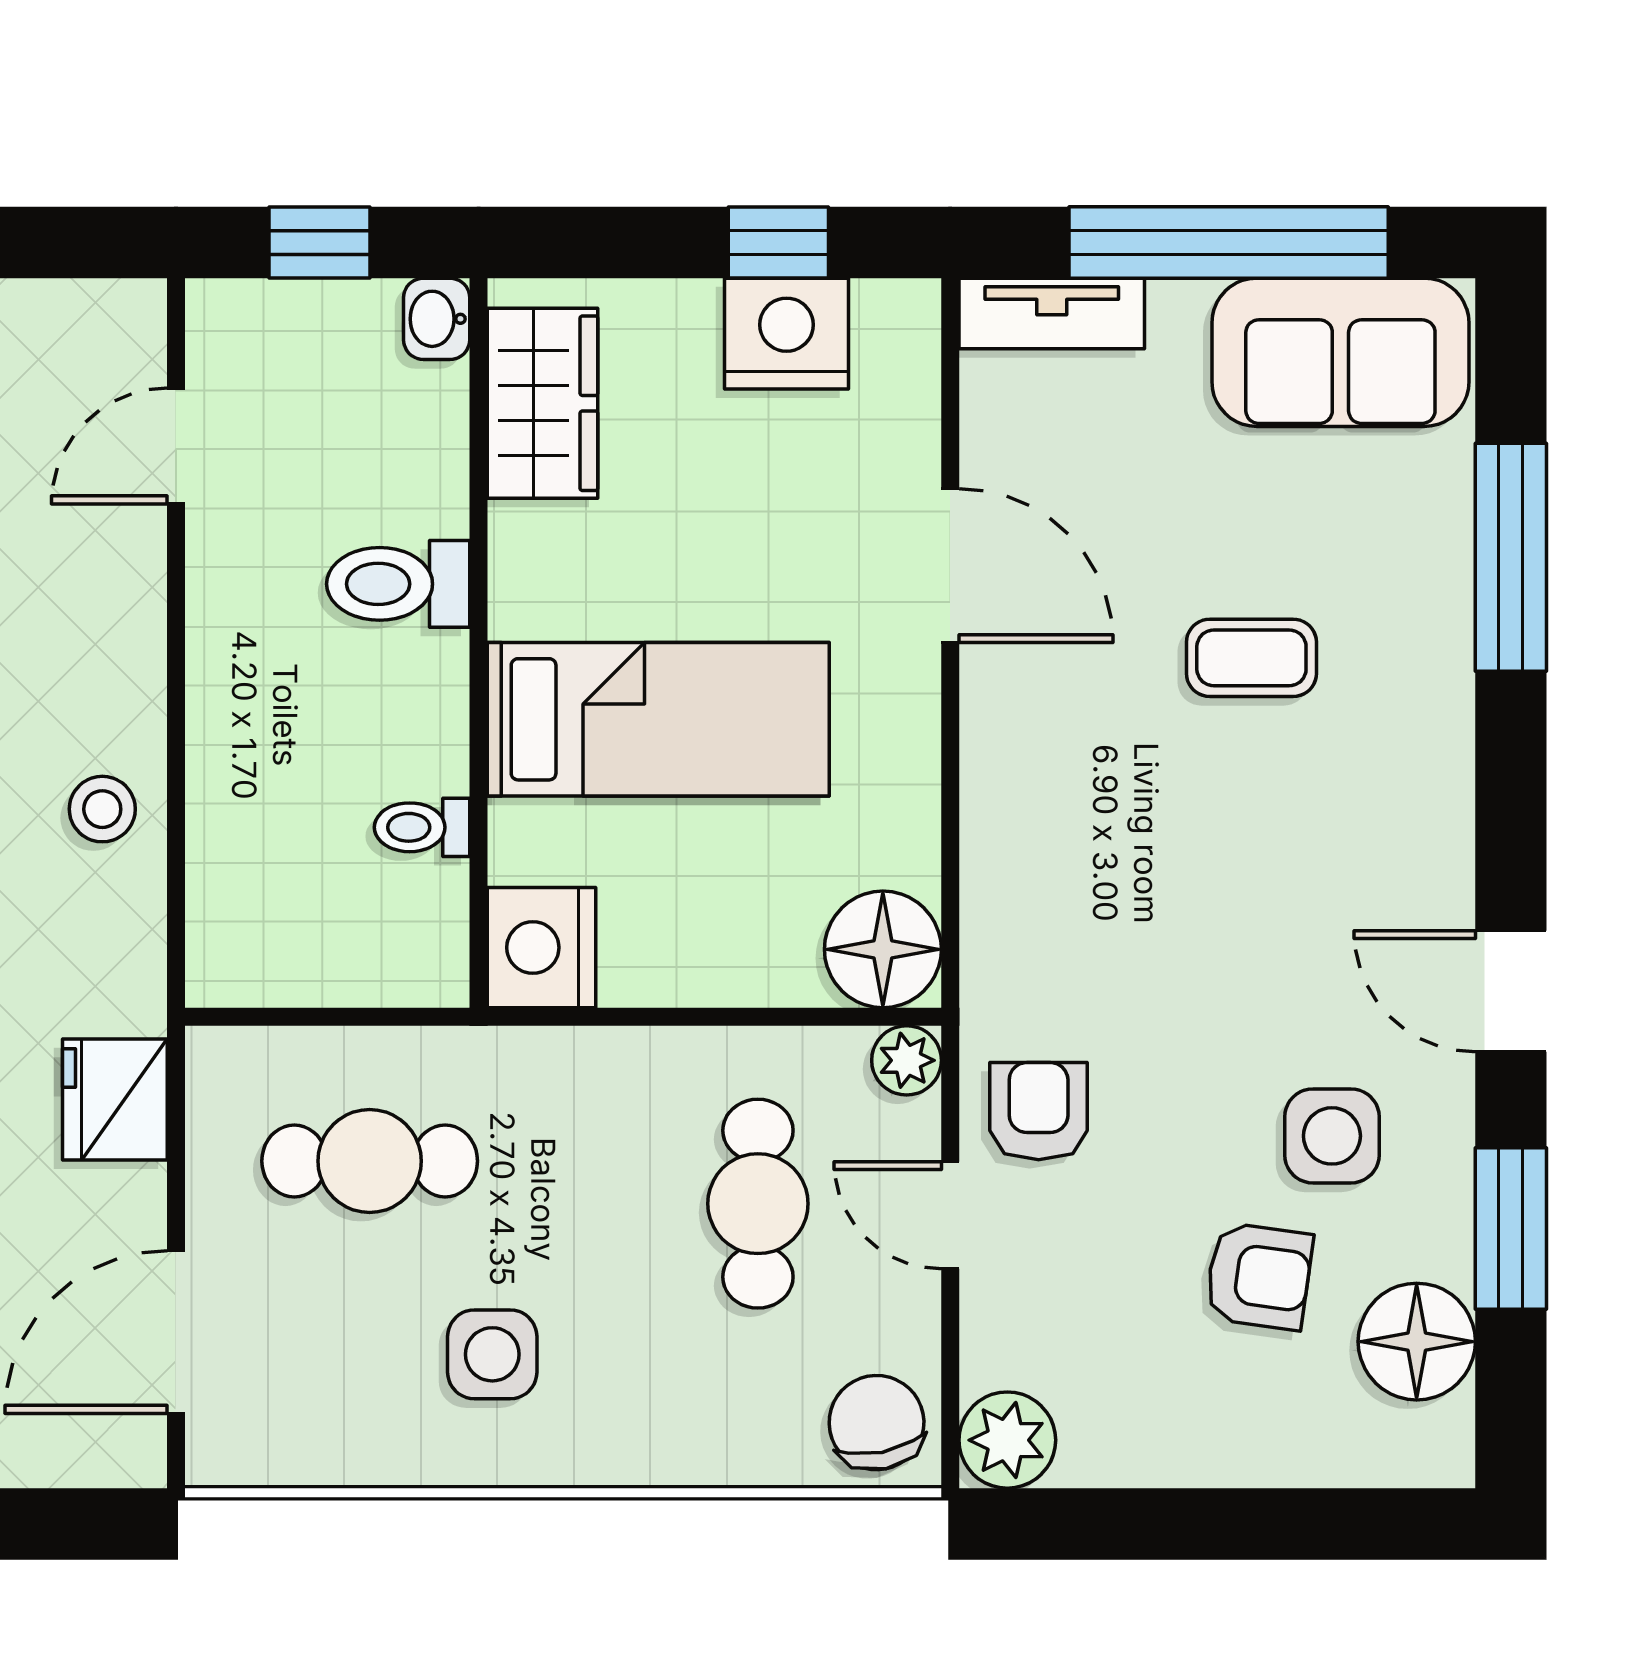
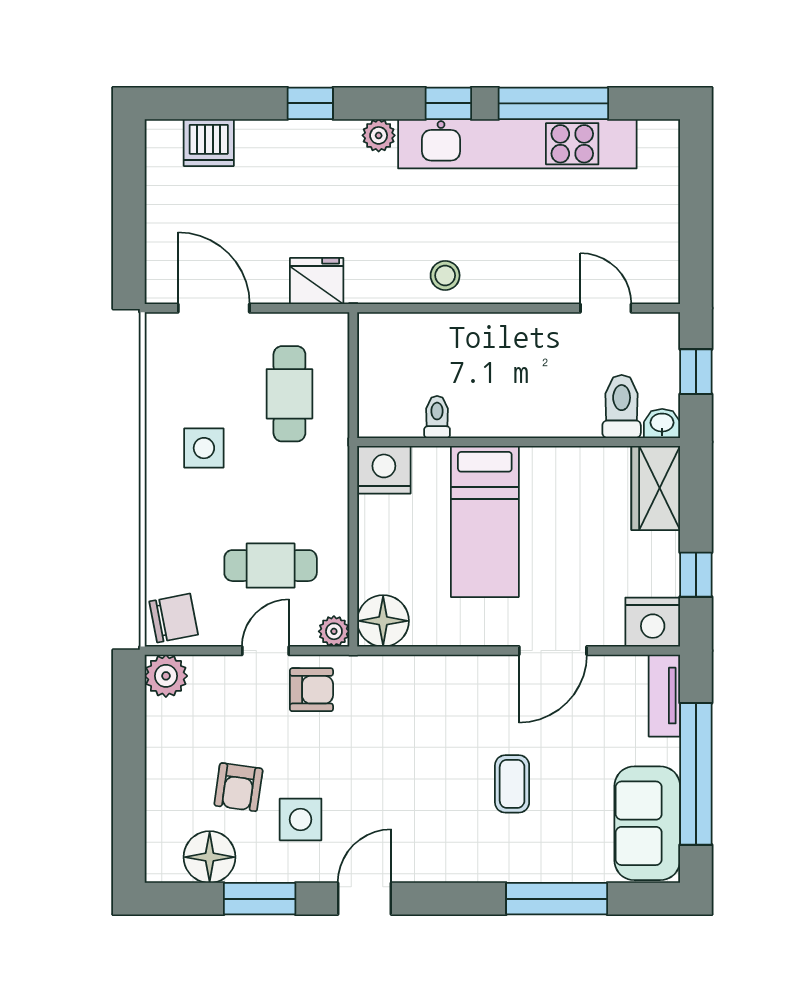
nightstand: (787, 334) -> (653, 622), moved, turned 90
wardrobe: (543, 403) -> (656, 488), moved, turned 90
toilet: (398, 584) -> (622, 406), moved

